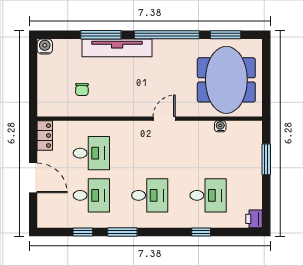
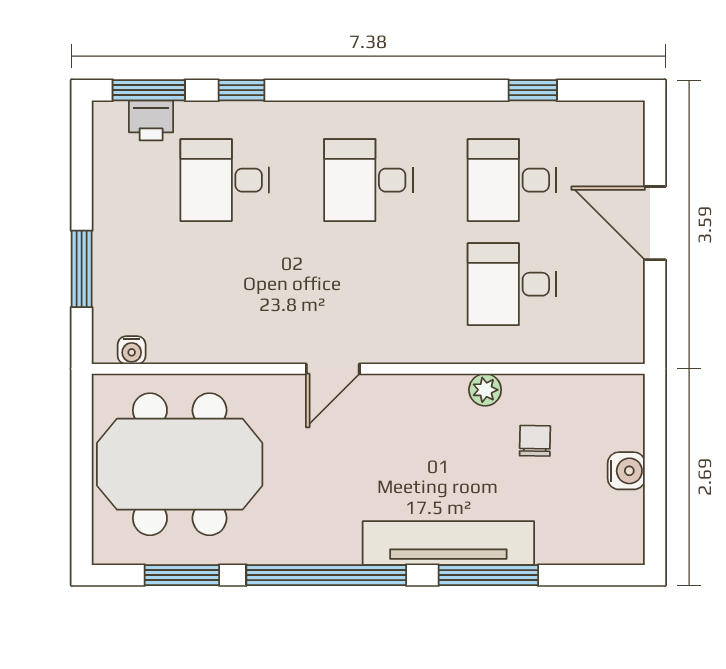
water cooler: (45, 46) -> (626, 471), moved, turned -90
meeting table: (226, 80) -> (180, 464), turned 90
plant: (102, 110) -> (485, 390), added
water cooler: (220, 126) -> (132, 350), moved
locker: (45, 136) -> (626, 327), removed
printer: (254, 219) -> (151, 120), moved, turned 90
window: (122, 232) -> (149, 90), moved

